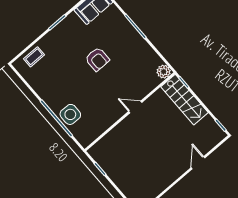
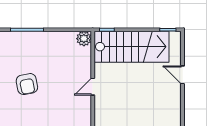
armchair: (97, 59) -> (27, 84), turned 79
stairs: (184, 100) -> (131, 47), width x1.36, depth x1.51

